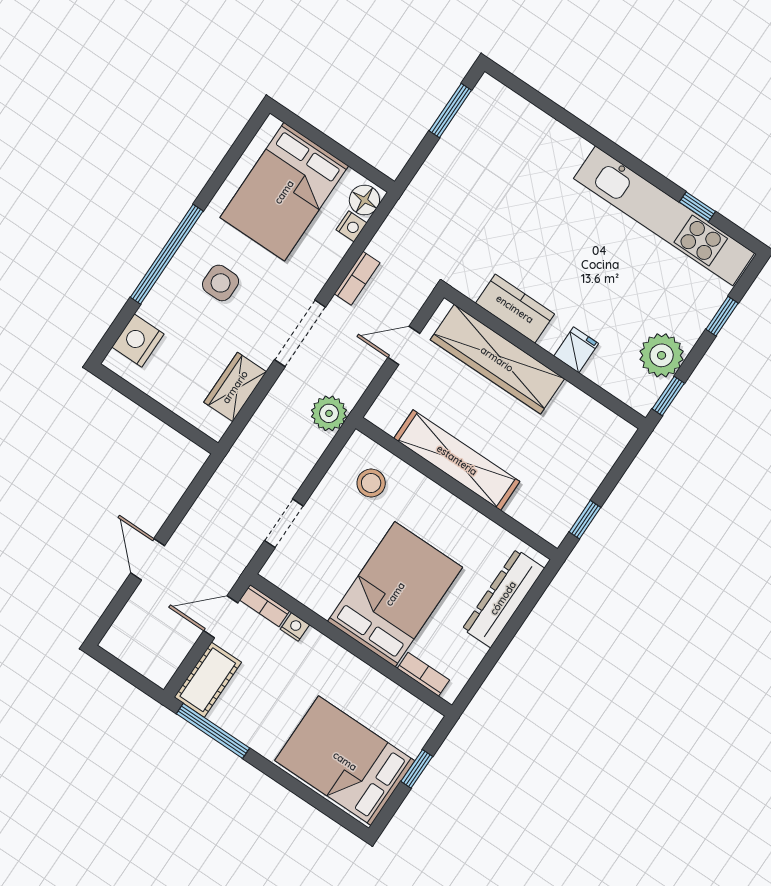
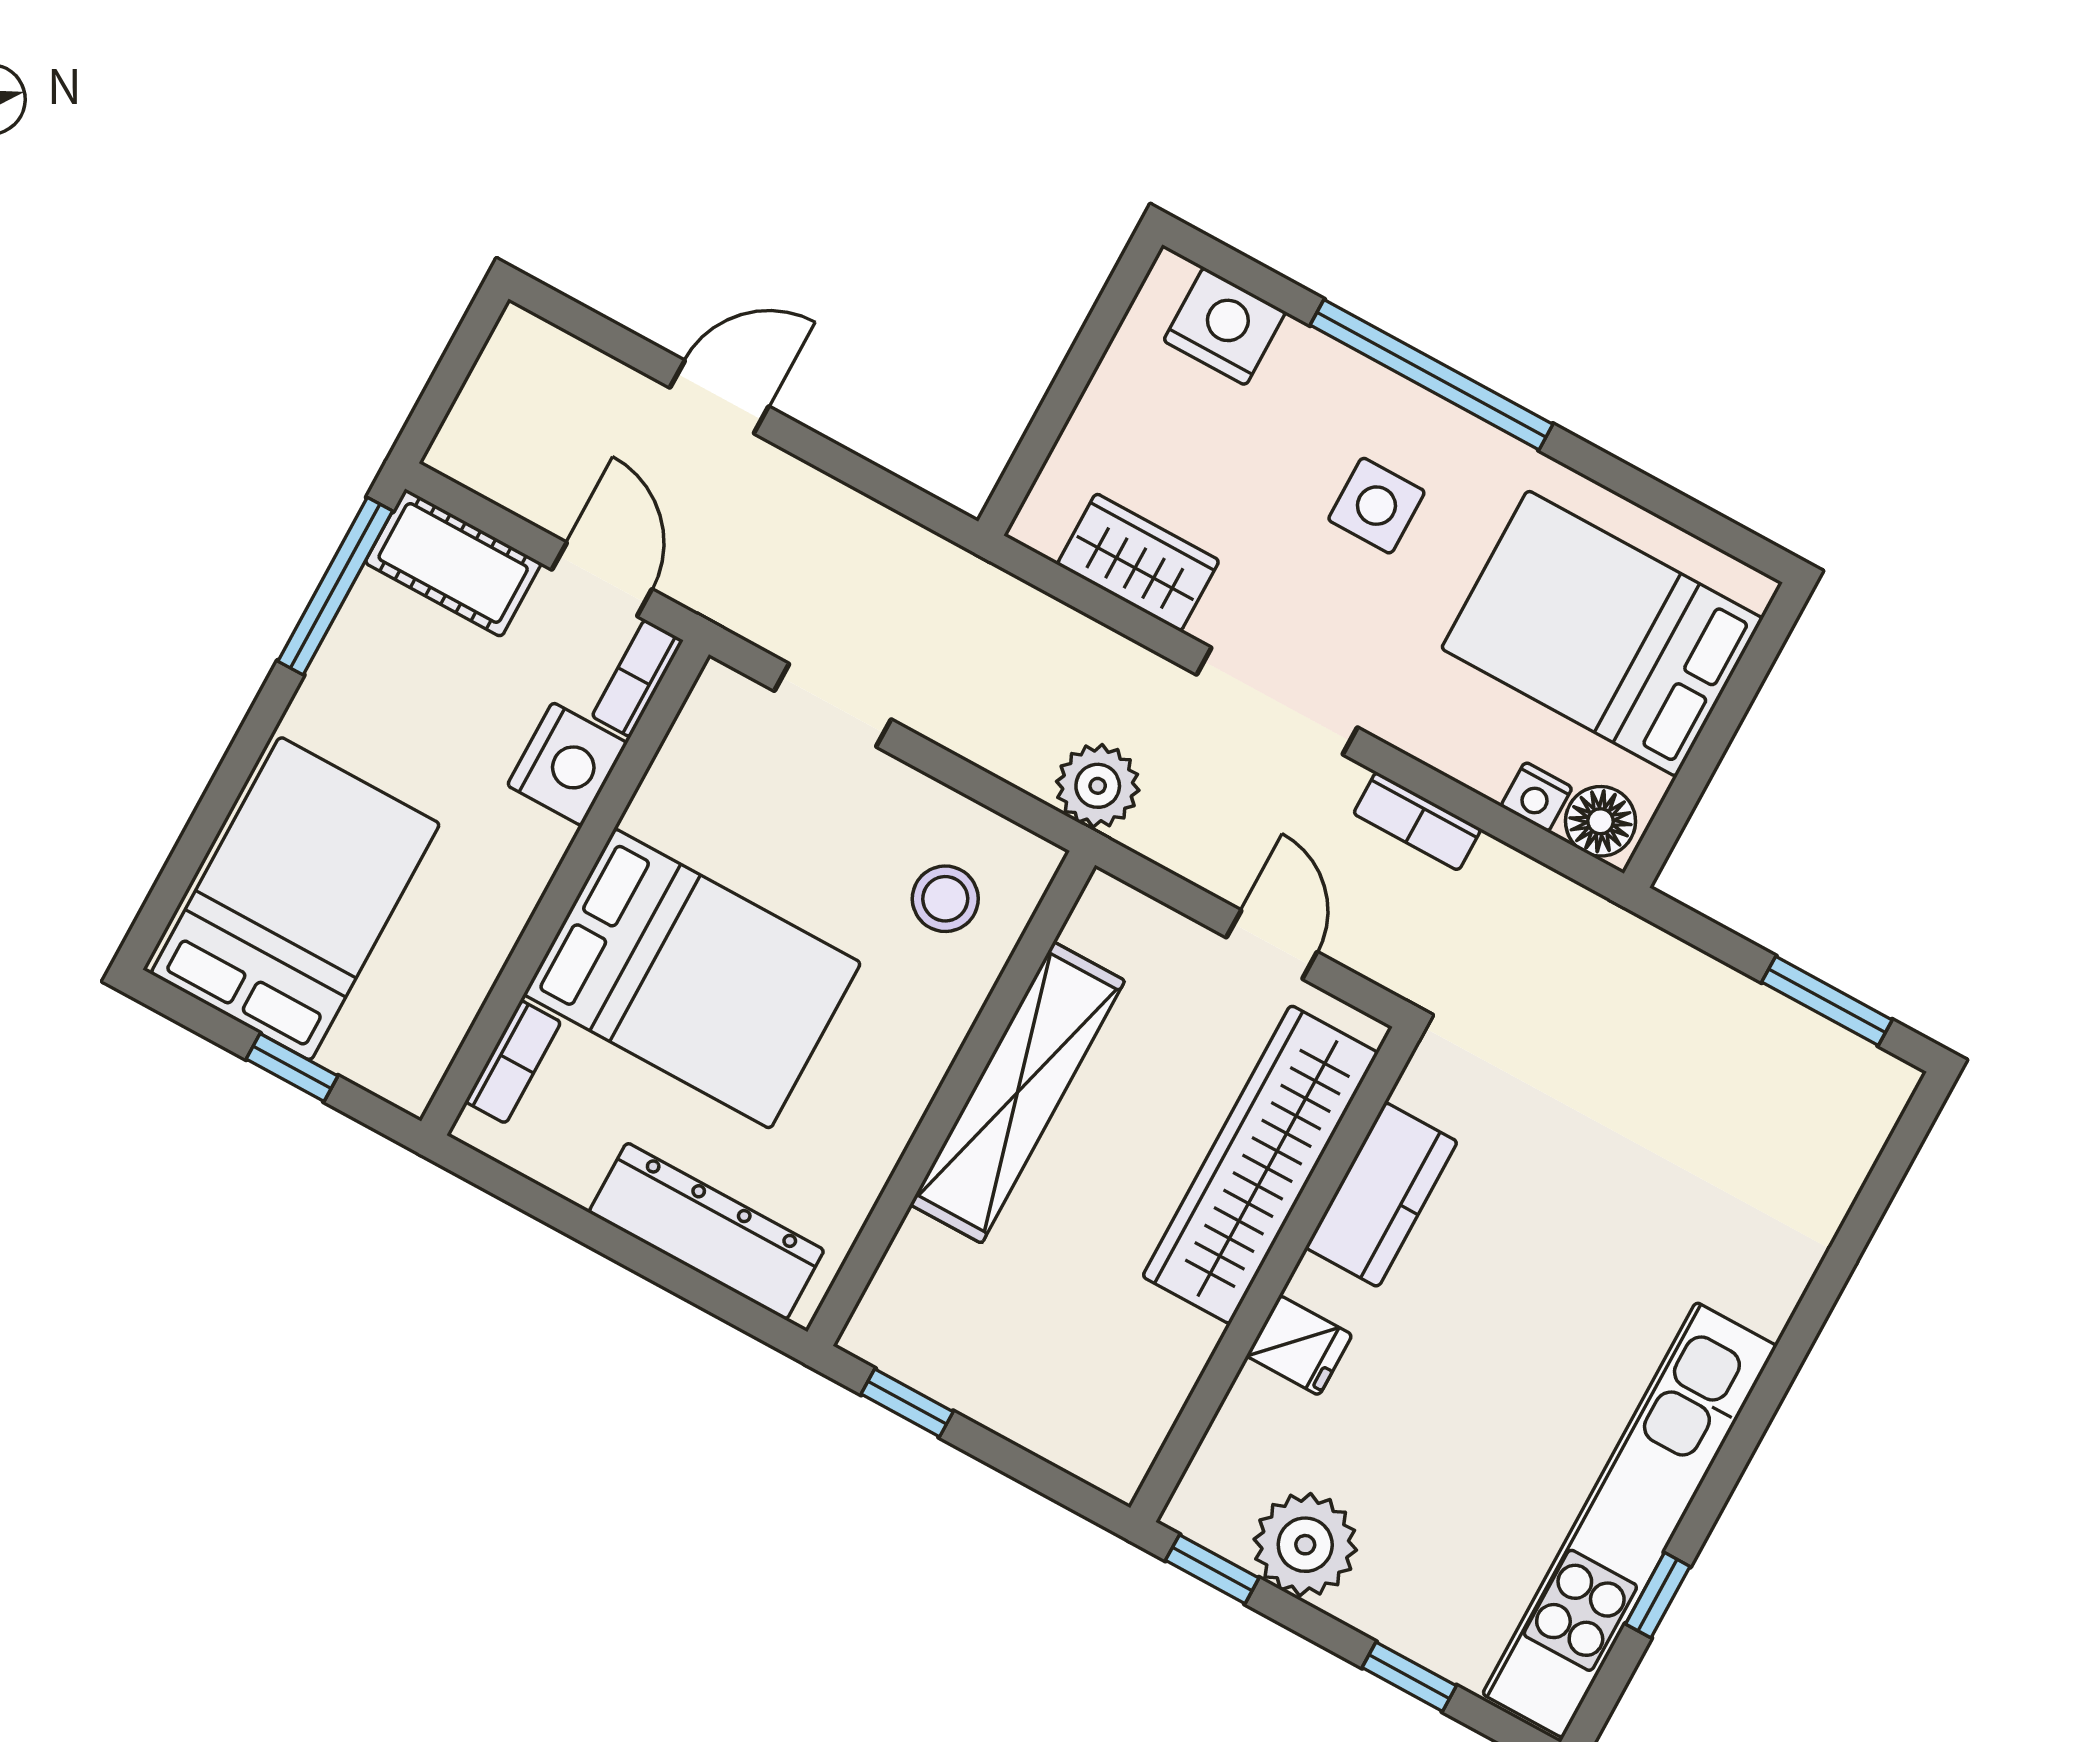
nightstand: (295, 627) -> (567, 764), width x1.89, depth x1.79

